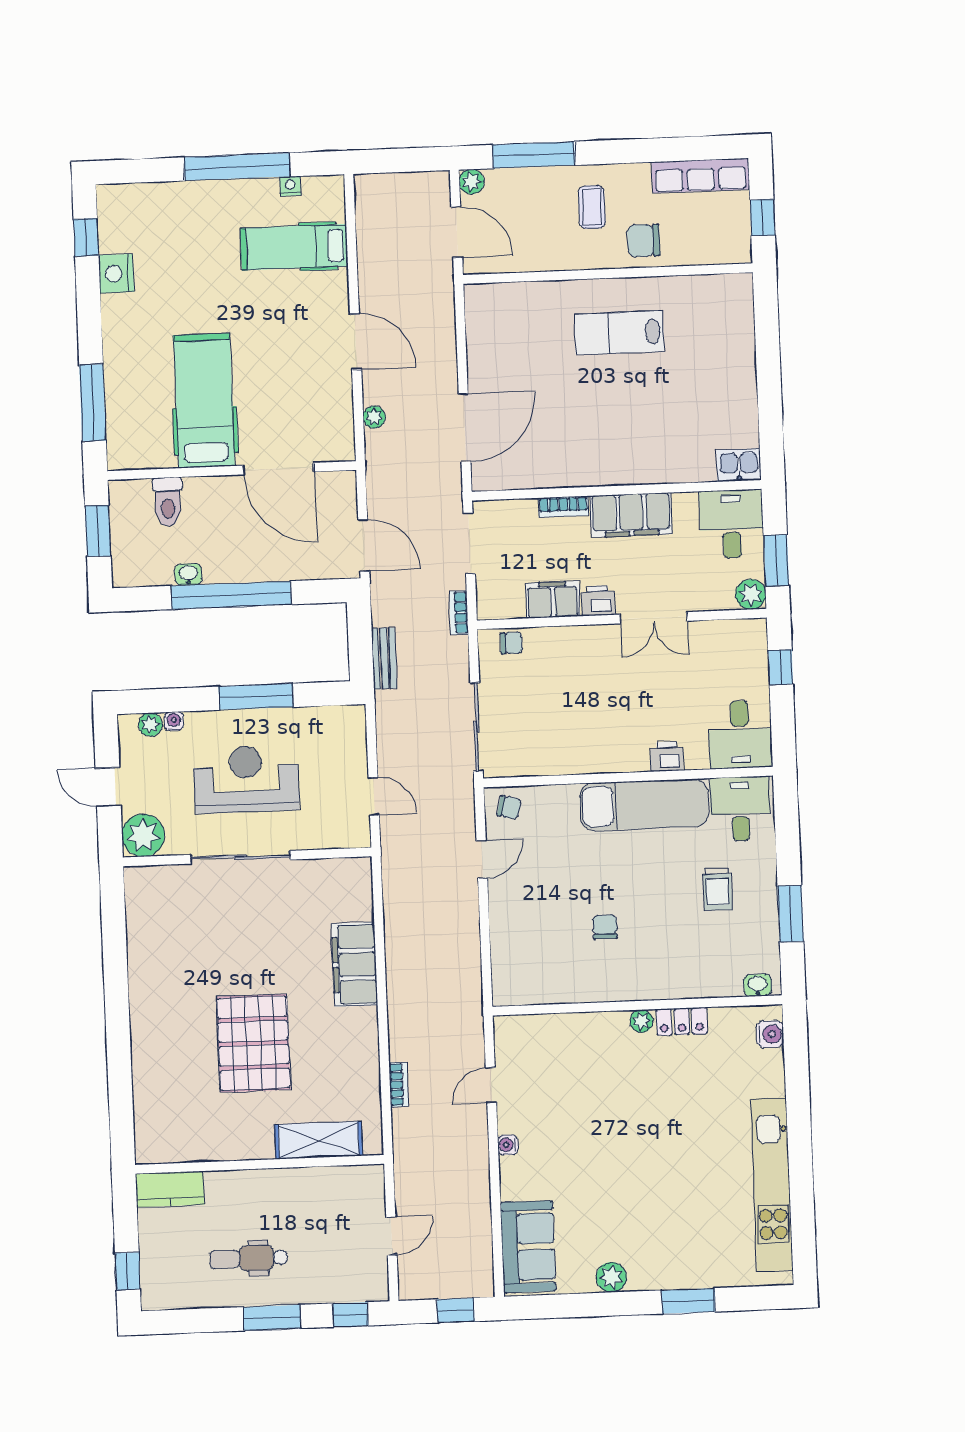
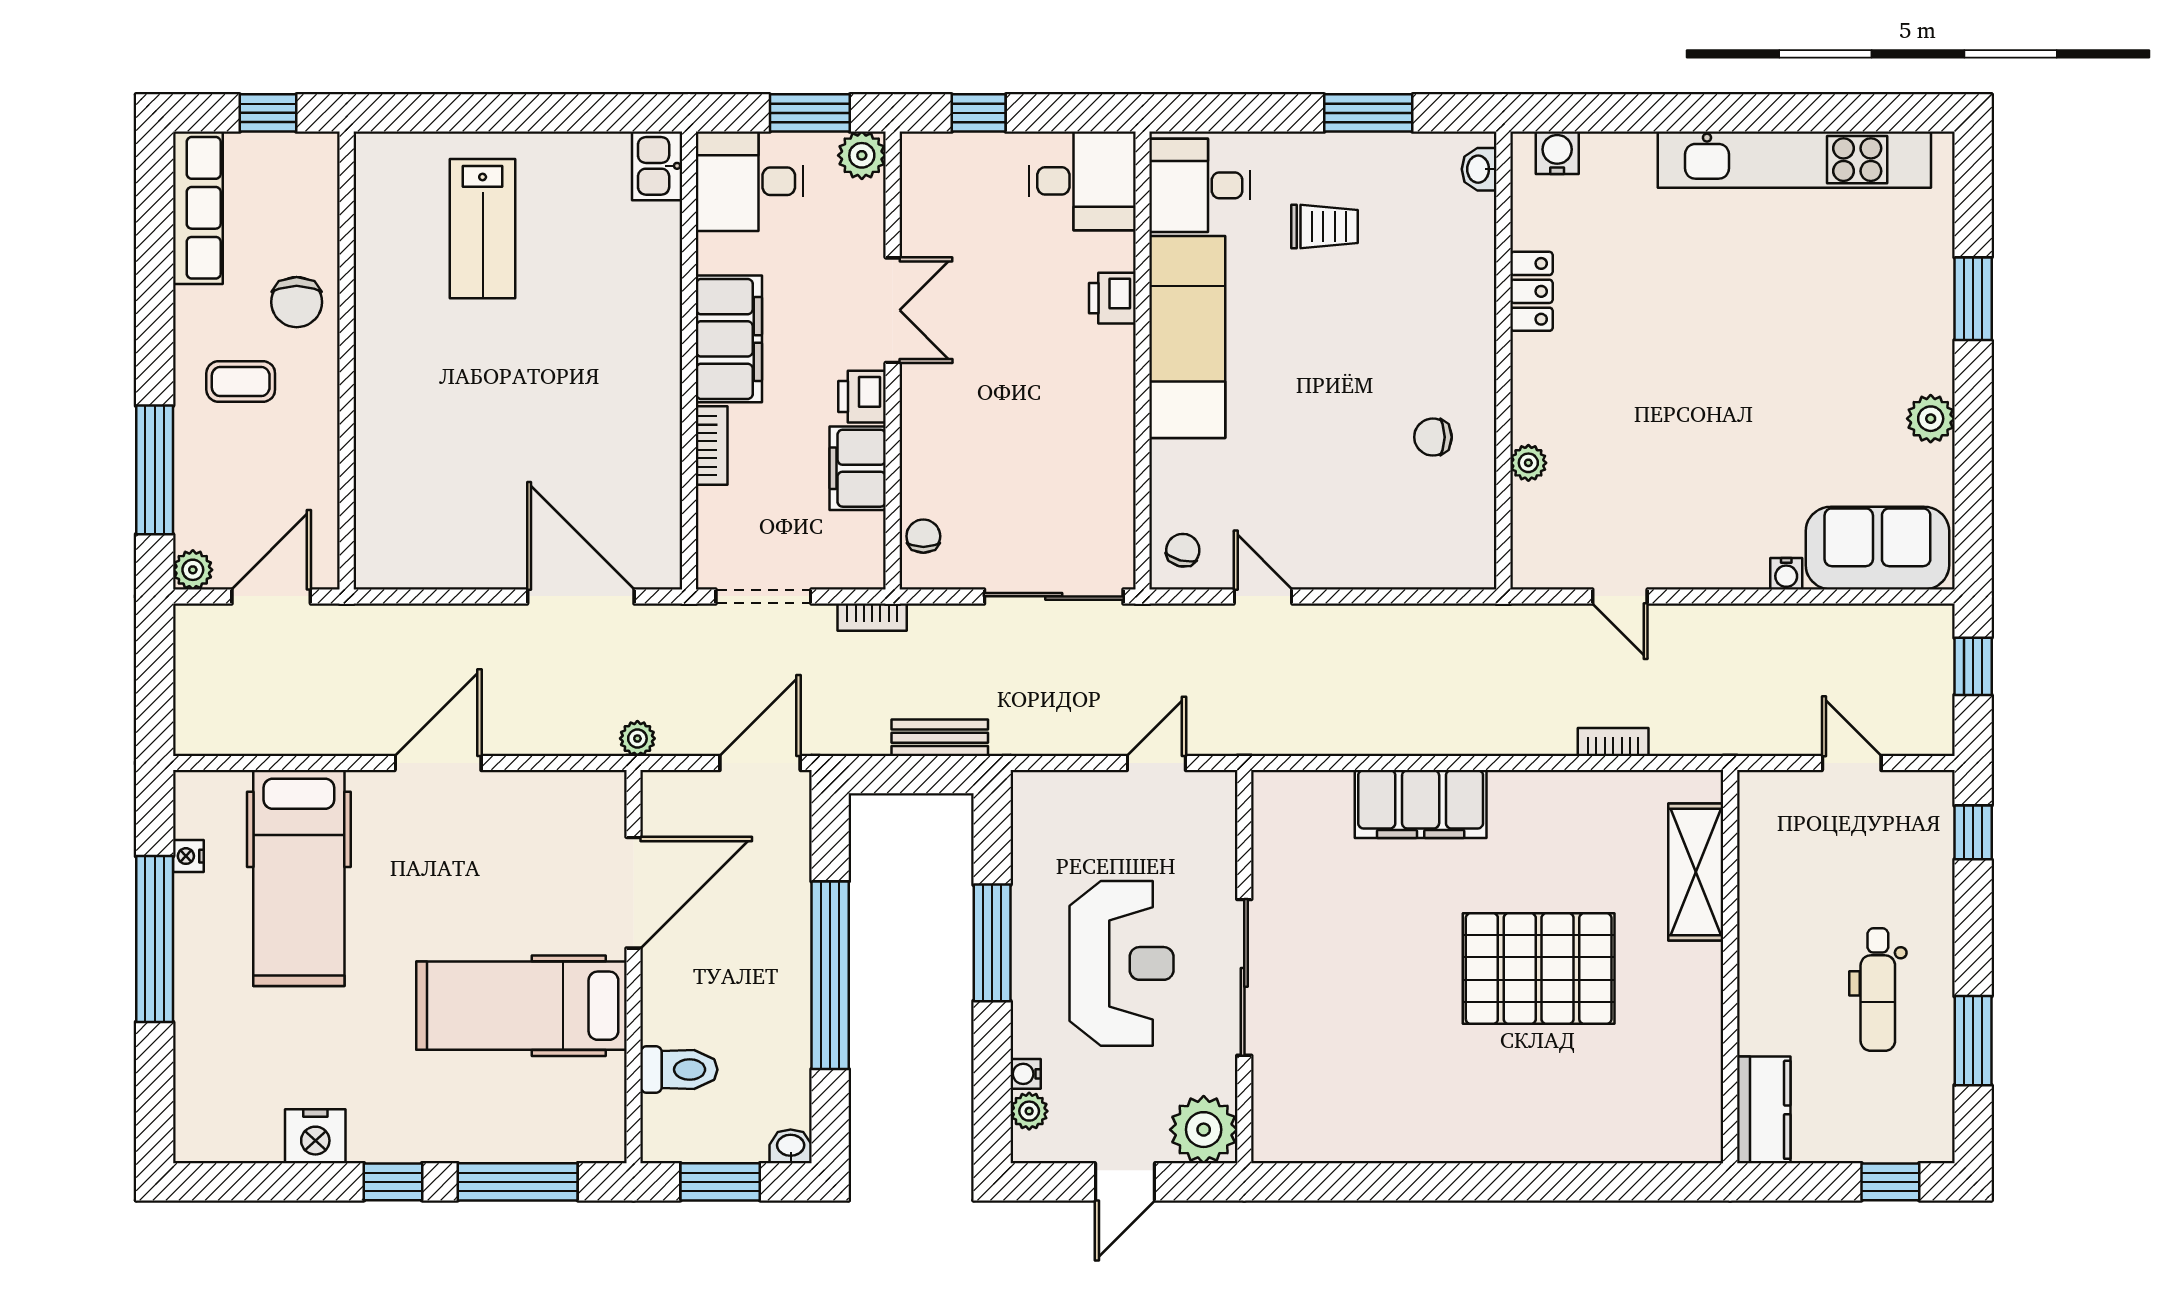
window: (86, 237) -> (393, 1182), moved
hospital bed: (294, 247) -> (299, 878), width x1.37, depth x1.29
lab bench: (619, 333) -> (483, 229), moved
plant: (374, 417) -> (637, 739), moved
washbasin: (188, 574) -> (791, 1146), moved, turned 90
reception desk: (246, 779) -> (1122, 963), turned 180
chair: (605, 927) -> (1433, 437), moved
plant: (641, 1021) -> (1528, 463), moved
water cooler: (508, 1145) -> (1786, 574), moved
window: (272, 1318) -> (1973, 1041), moved

